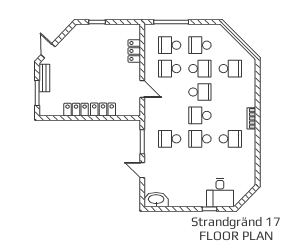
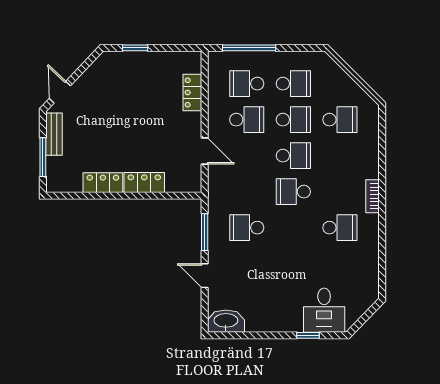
school desk: (200, 45) -> (293, 84), turned 180
school desk: (170, 69) -> (247, 120), turned 180
school desk: (200, 139) -> (293, 228), removed

